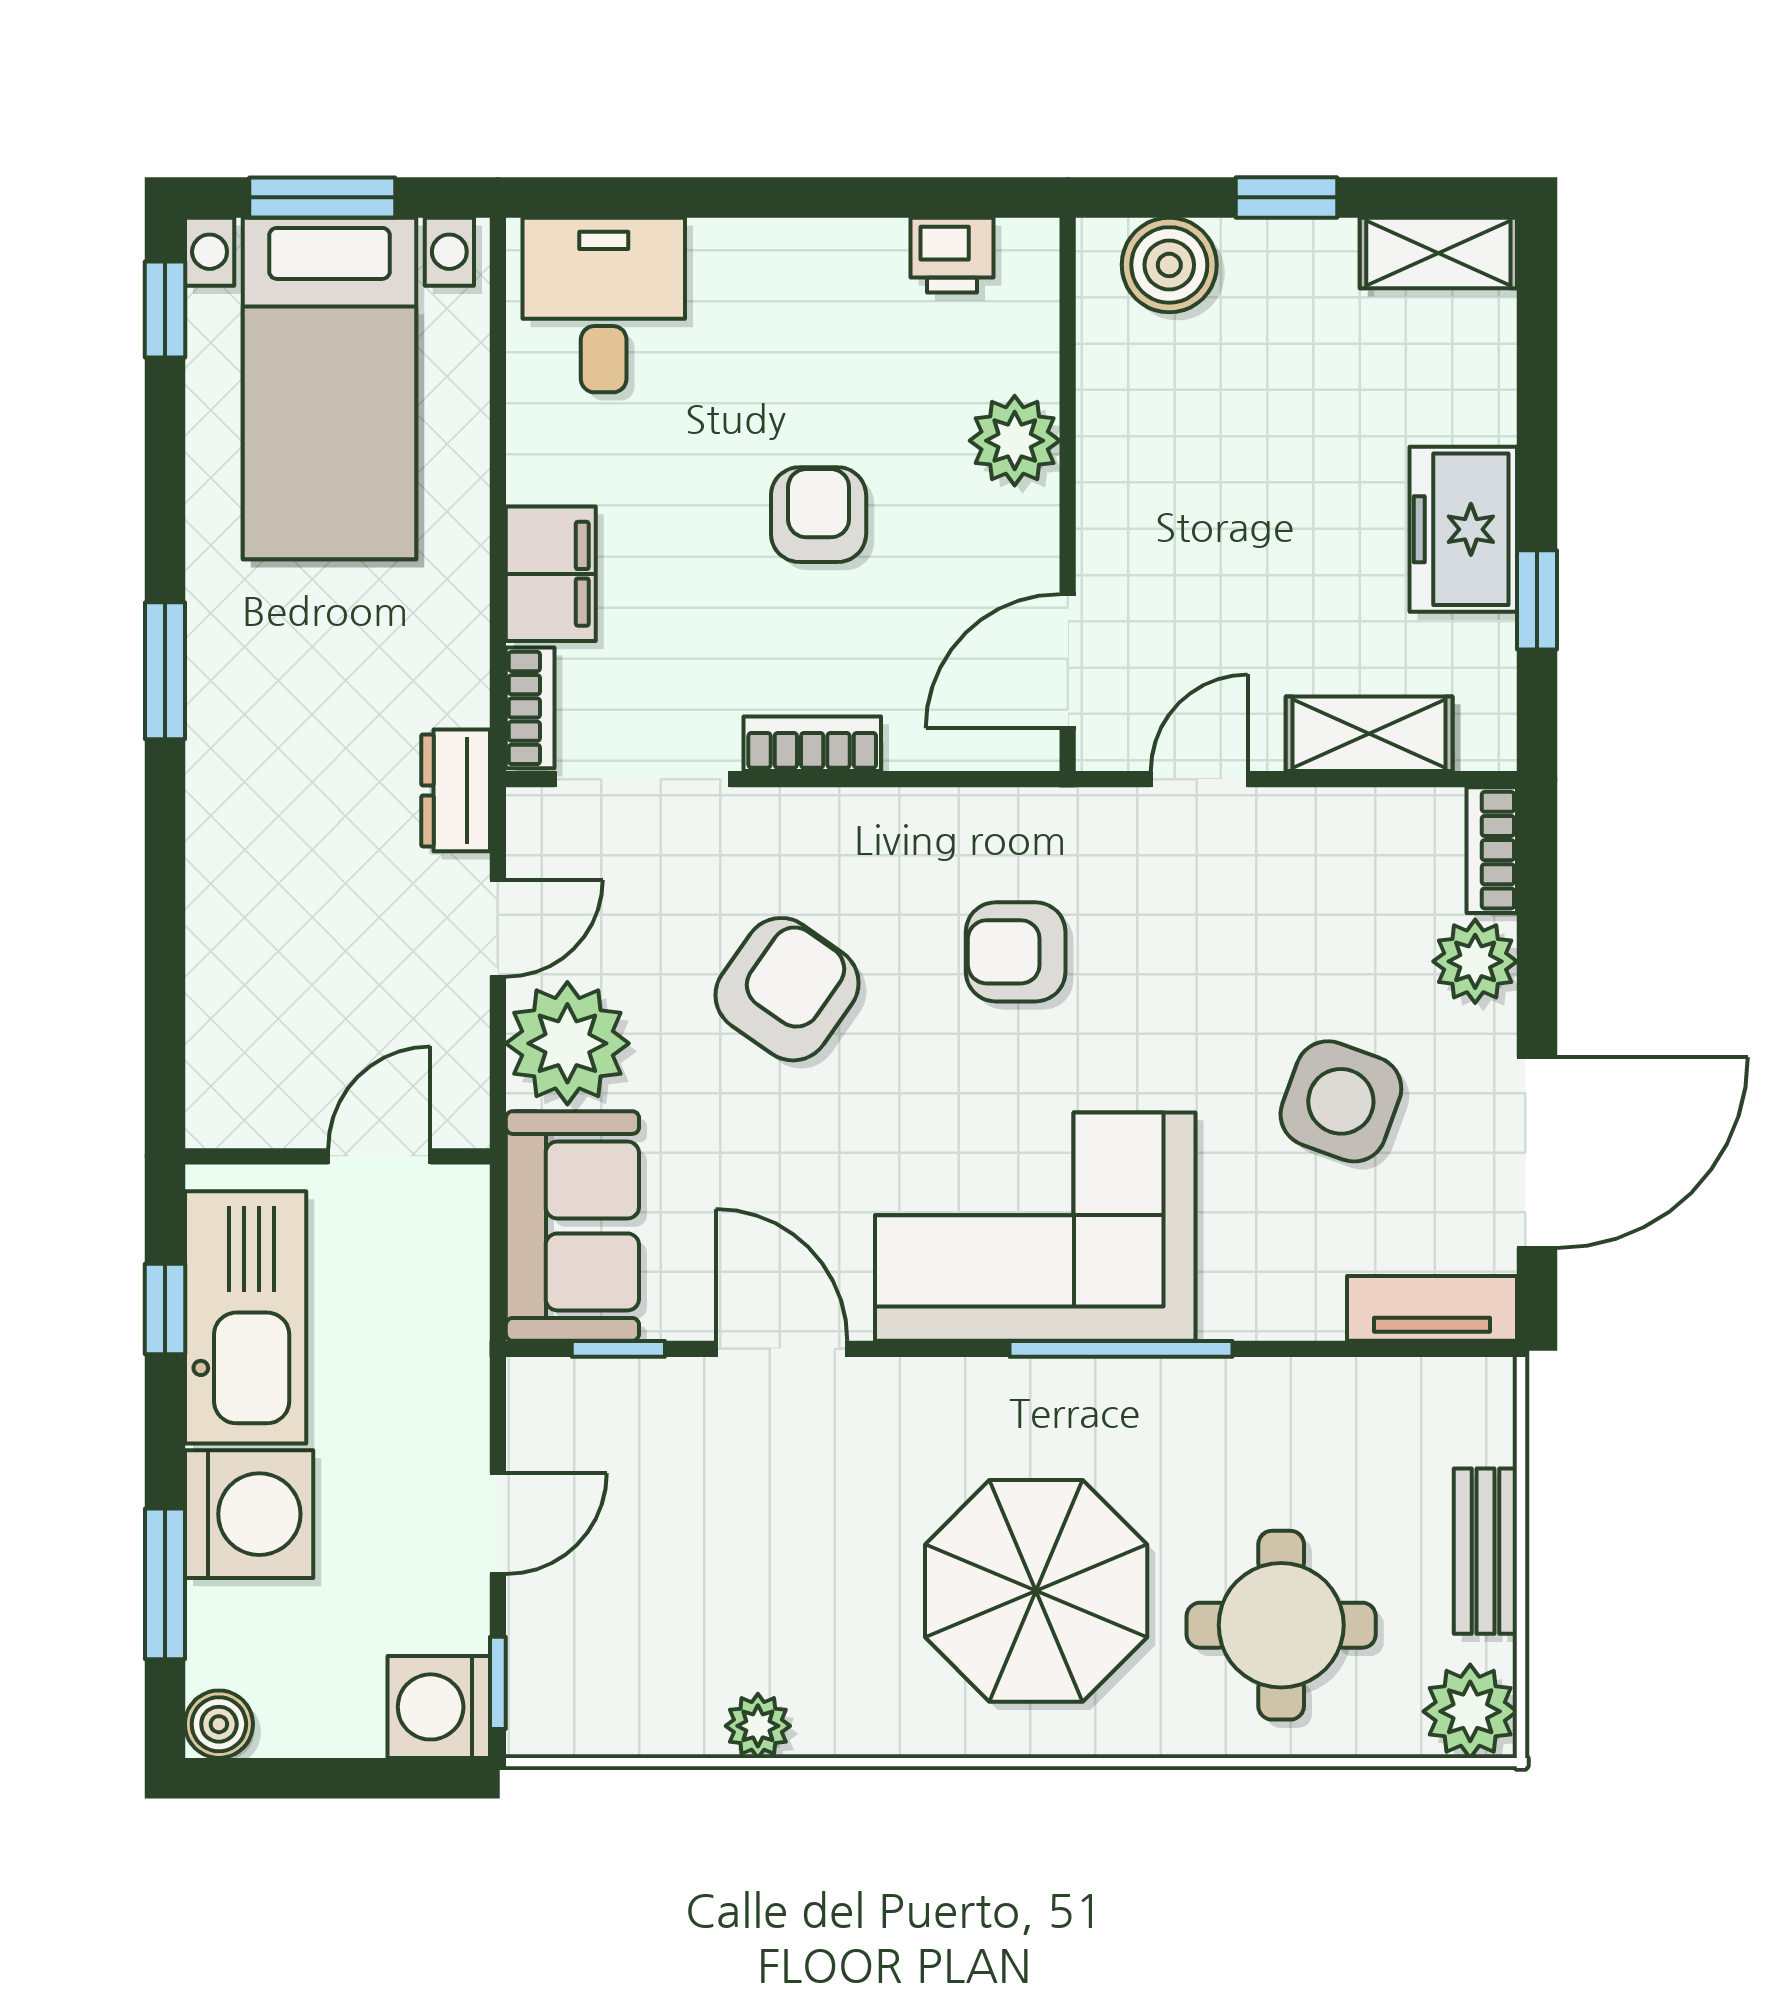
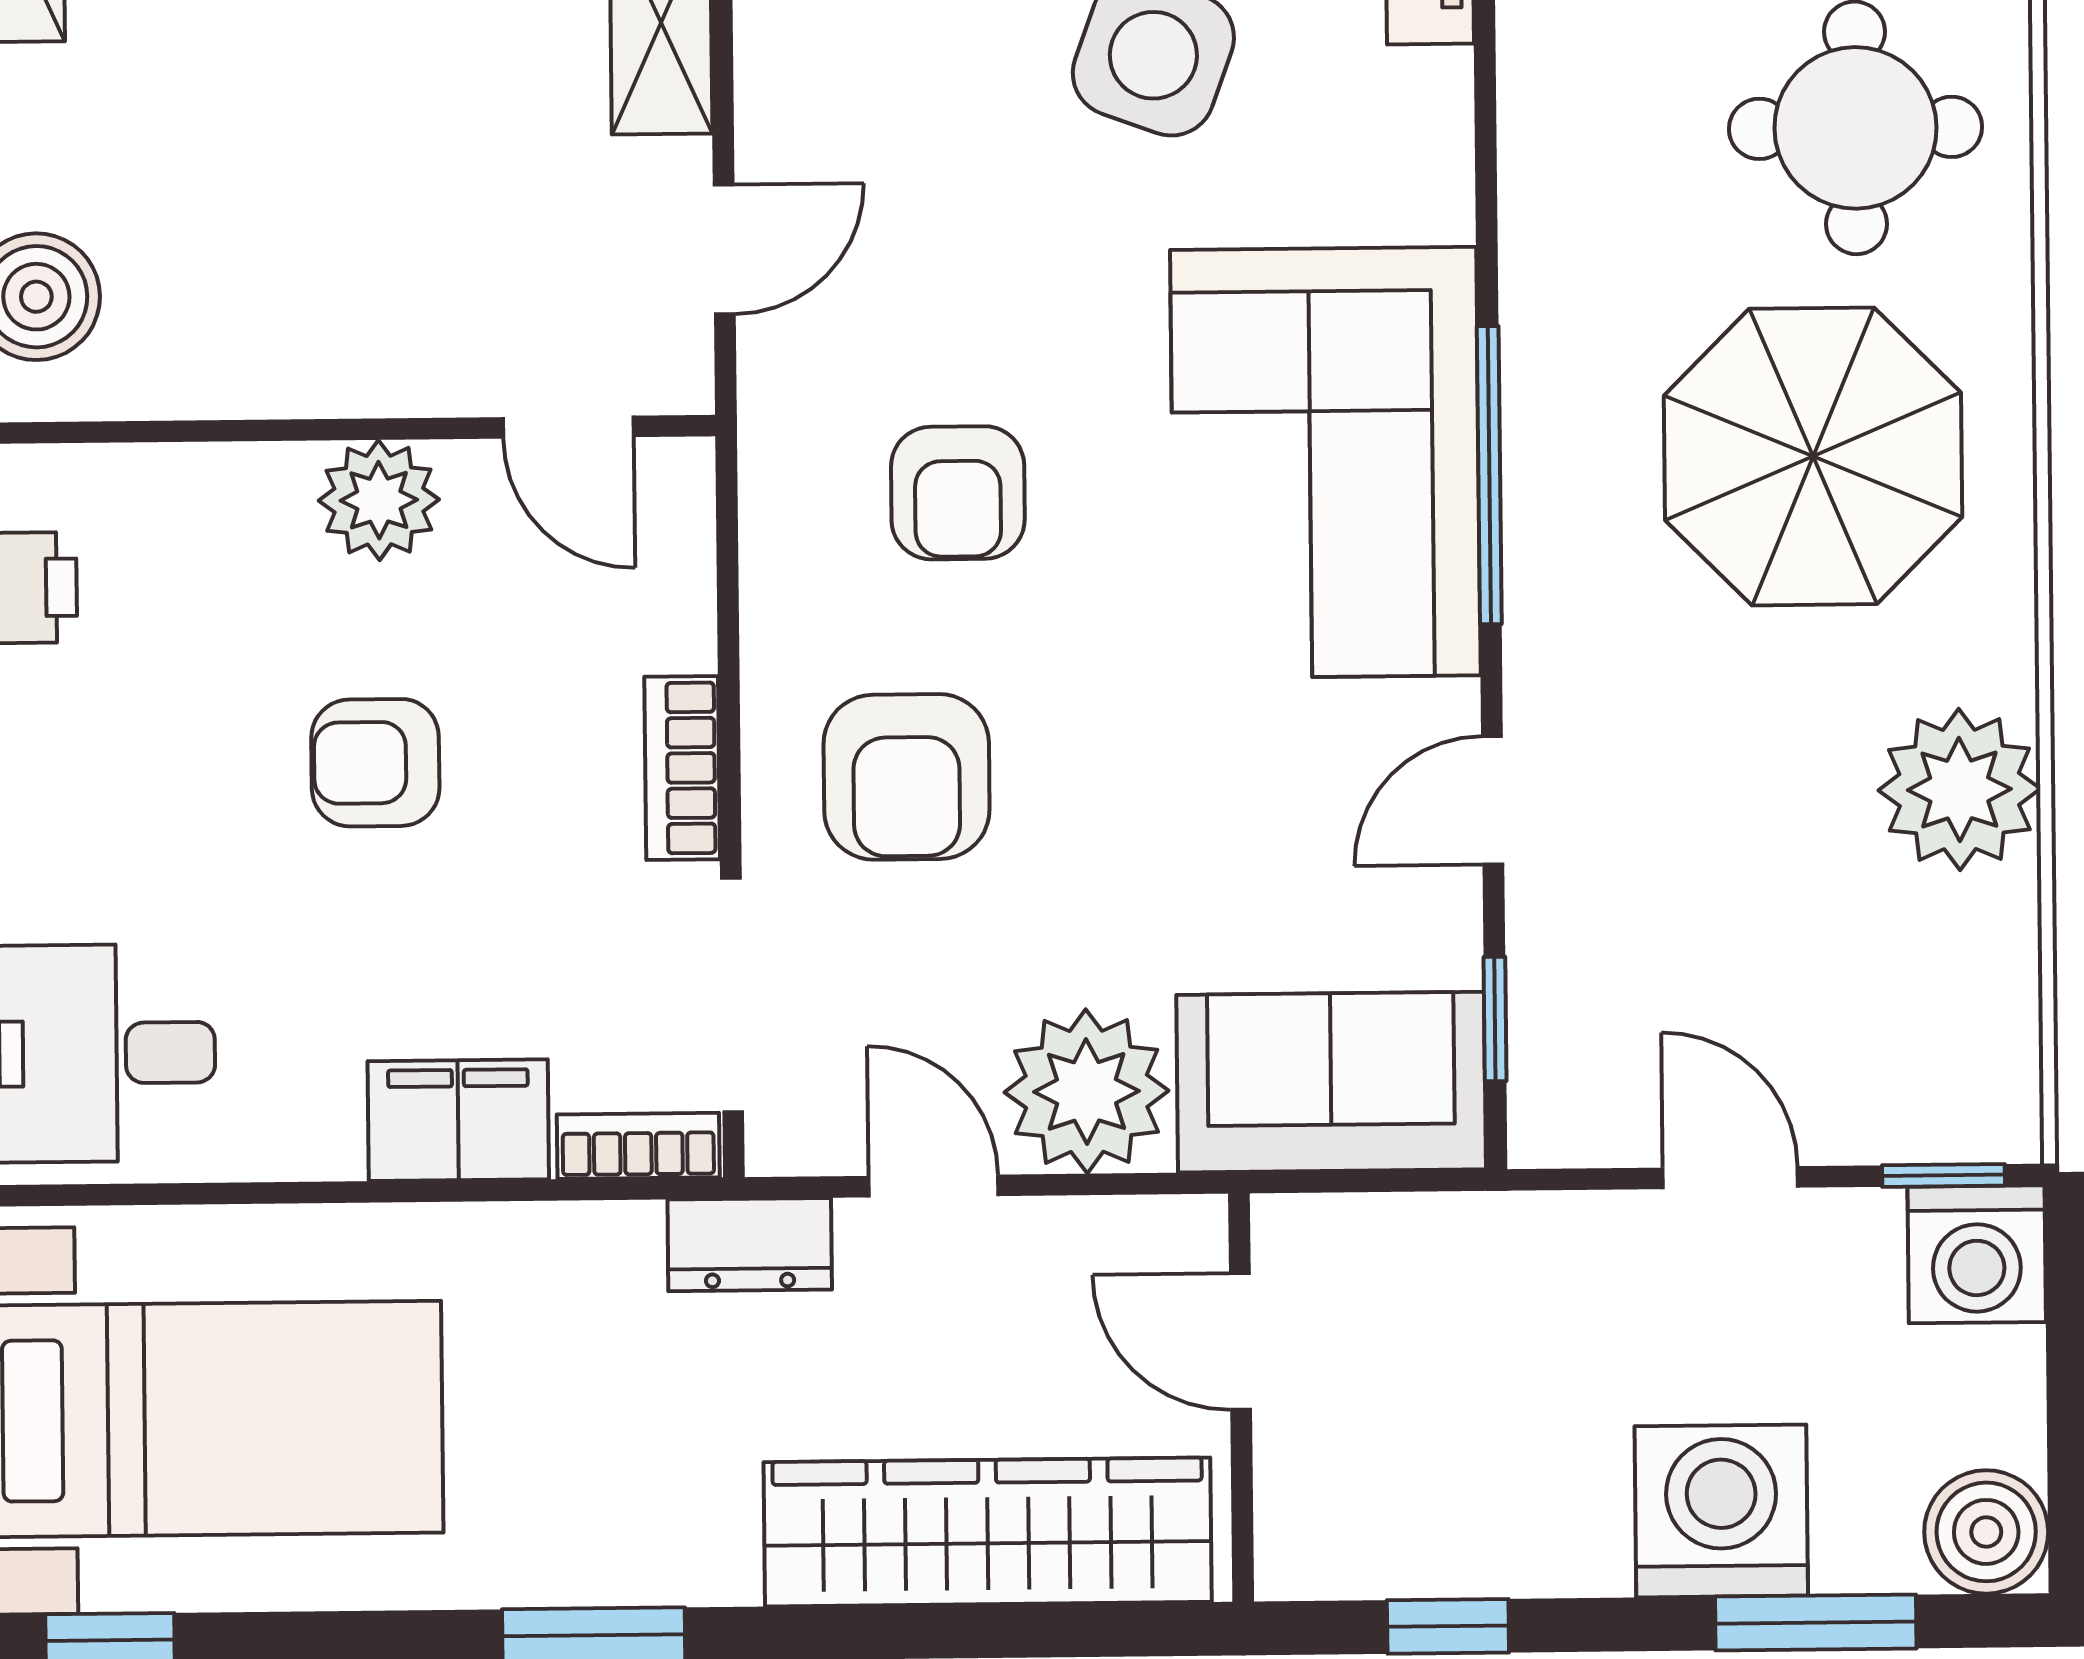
plant: (1015, 441) -> (379, 500), moved
door: (1068, 661) -> (568, 427), width x0.73
door: (1199, 779) -> (724, 249), swing flipped
wardrobe: (239, 966) -> (988, 1532), added
armchair: (787, 989) -> (907, 777), moved, turned -125
kitchen sink: (246, 1317) -> (1458, 1518), removed
door: (782, 1349) -> (1493, 800), width x0.73
window: (1121, 1349) -> (1489, 475), moved
boiler: (219, 1724) -> (1986, 1532), width x1.36, depth x1.36
plant: (758, 1726) -> (1959, 790), width x1.88, depth x1.88

